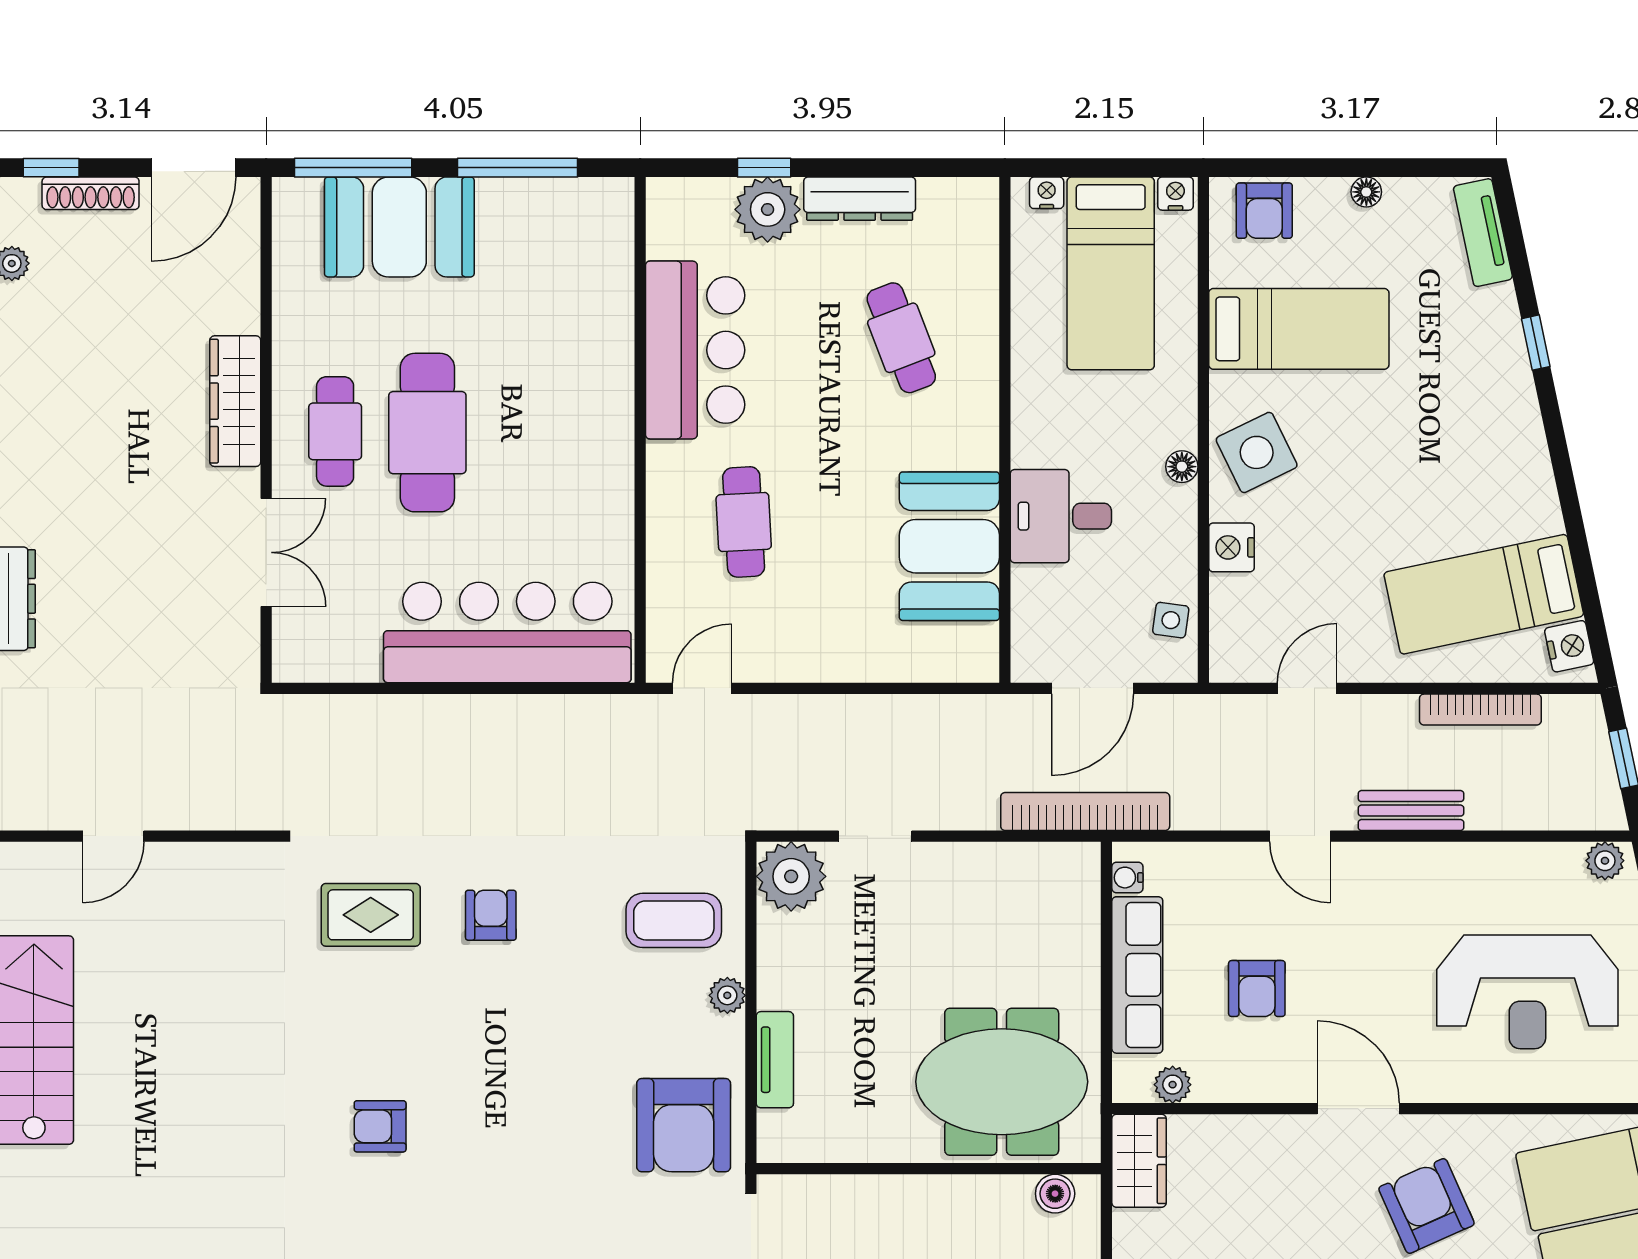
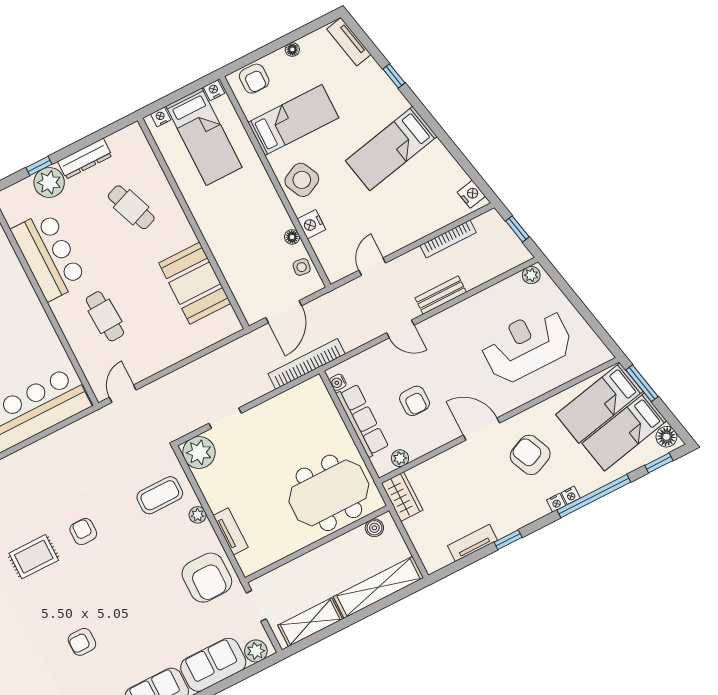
floor lamp: (1182, 467) -> (292, 237), moved
desk: (1061, 516) -> (234, 247), removed
bed: (1484, 594) -> (391, 149), moved
reception desk: (1527, 992) -> (527, 345), turned 180

